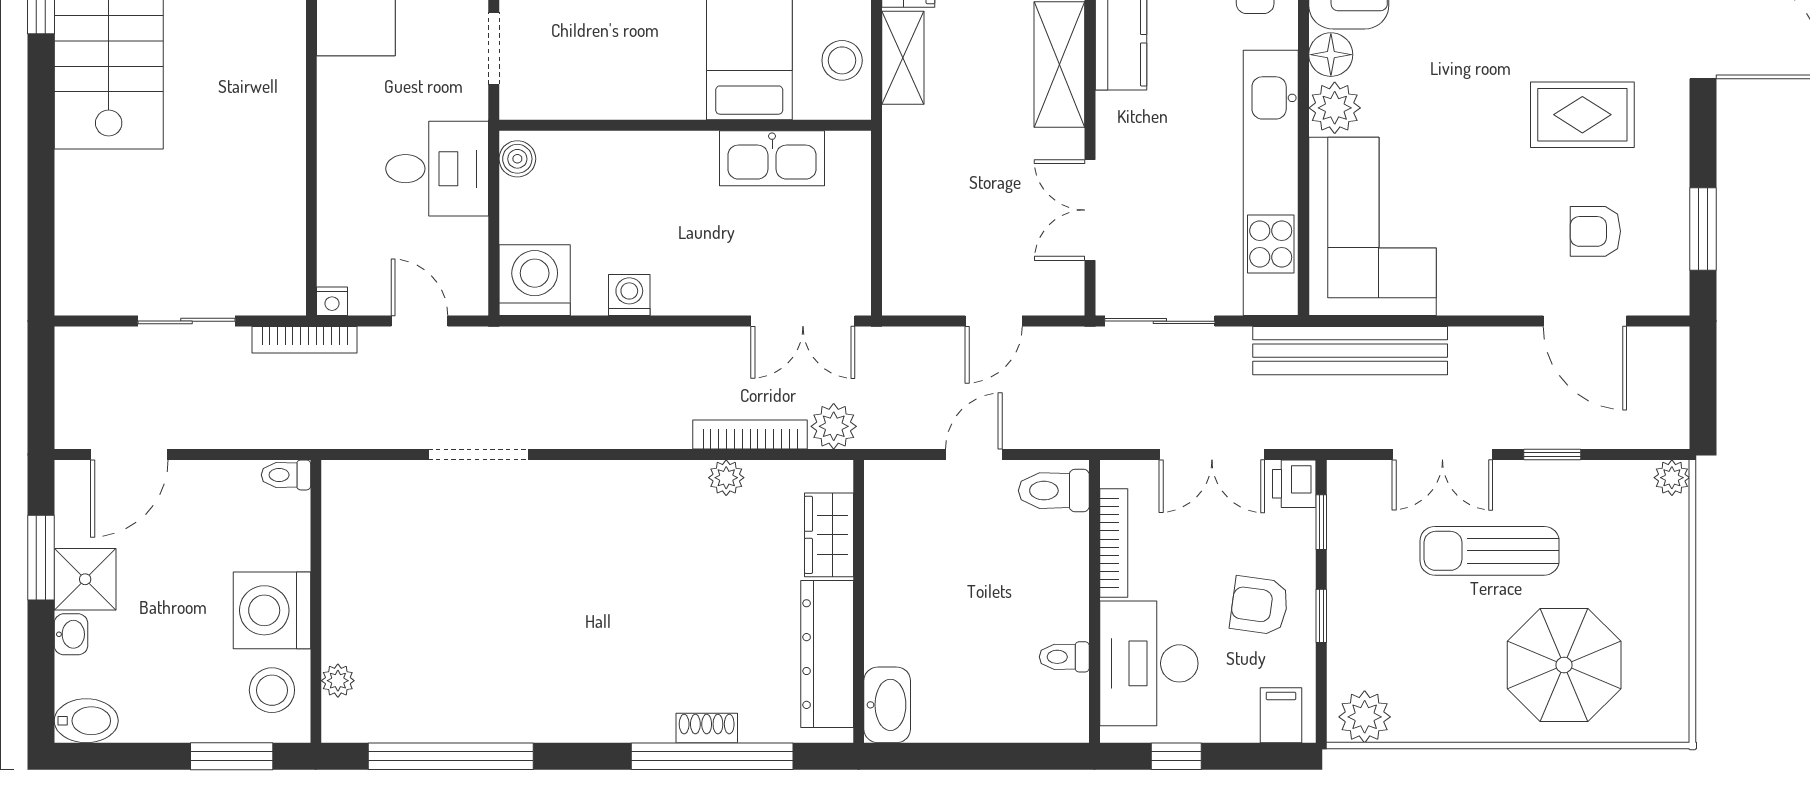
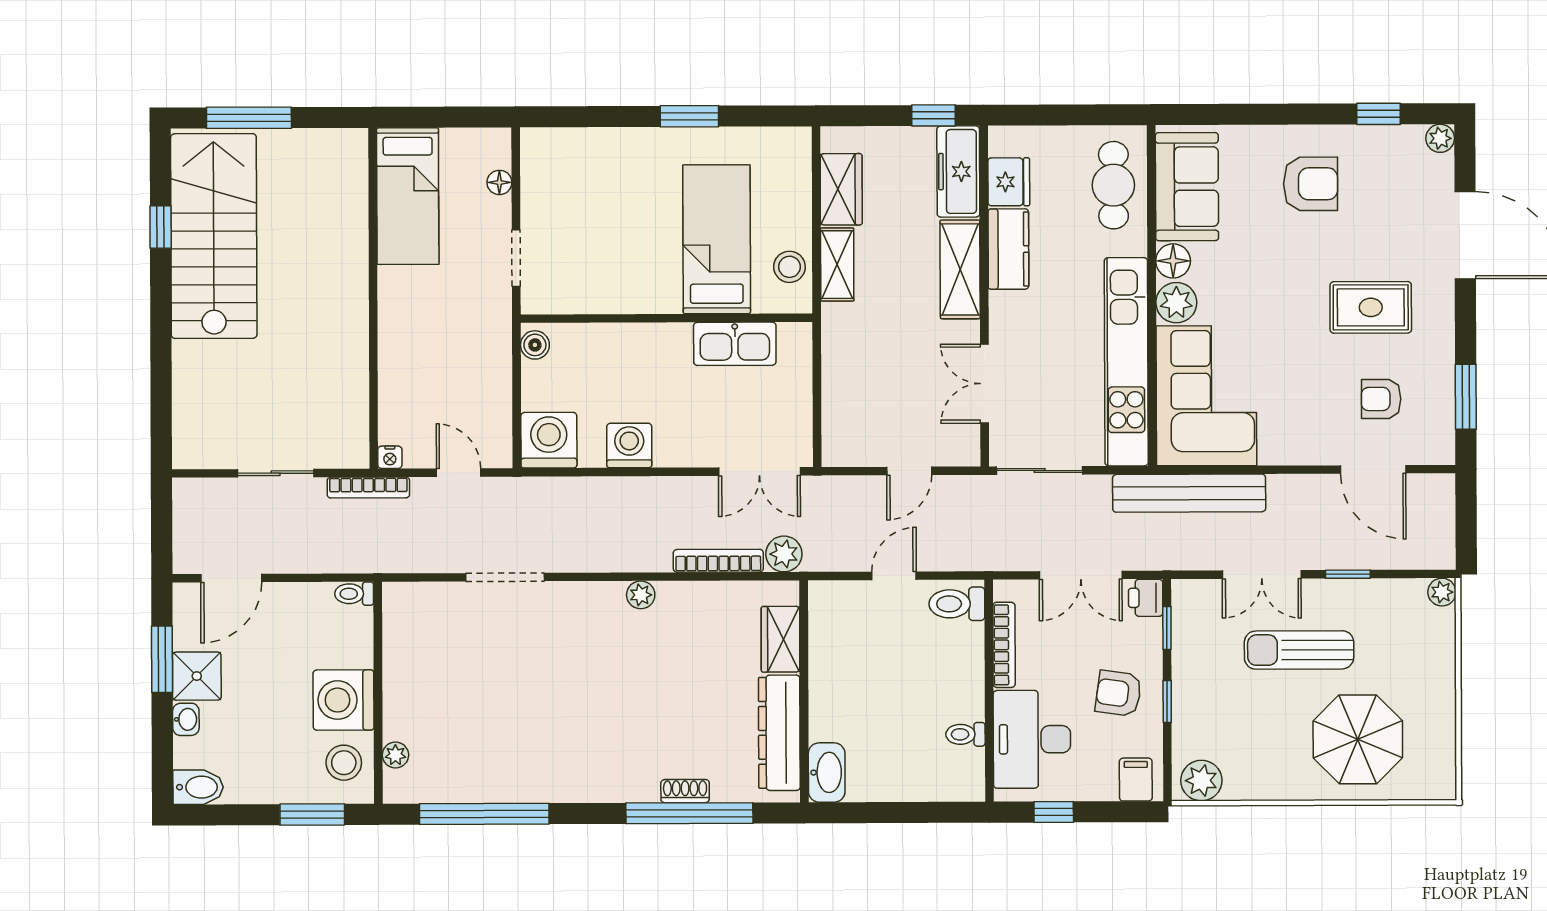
desk: (437, 169) -> (472, 353), removed
washing machine: (629, 295) -> (629, 445), width x1.38, depth x1.38
plant: (726, 478) -> (641, 595), moved

